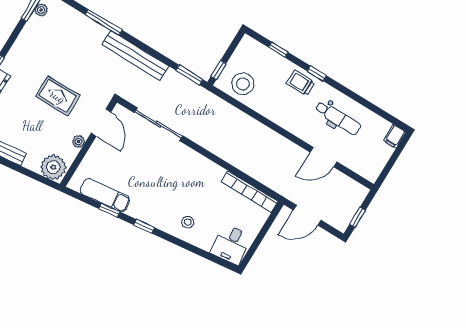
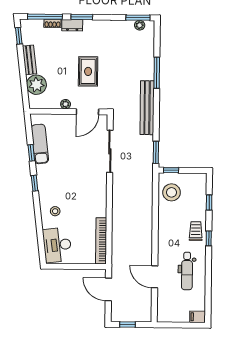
plant: (53, 167) -> (36, 85), moved
desk: (231, 244) -> (57, 245), width x1.37

